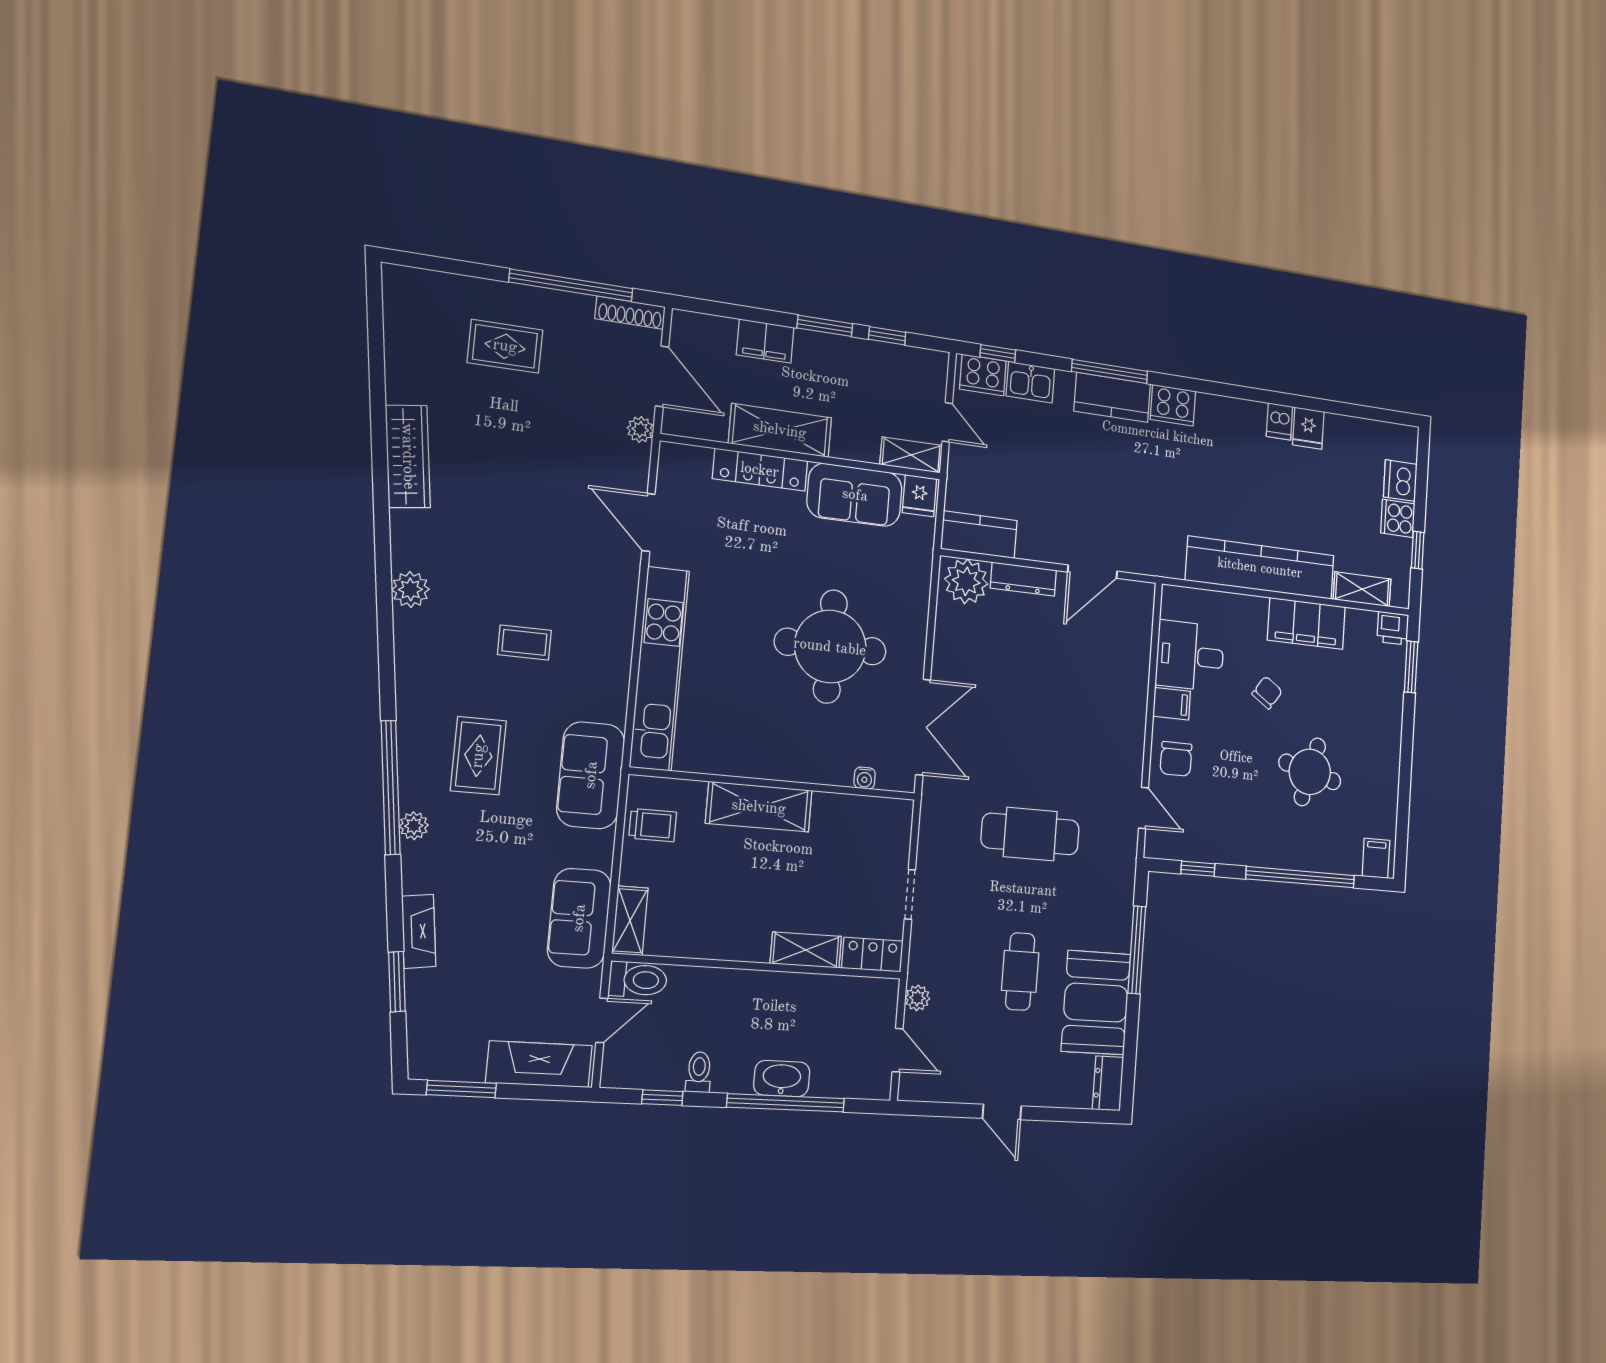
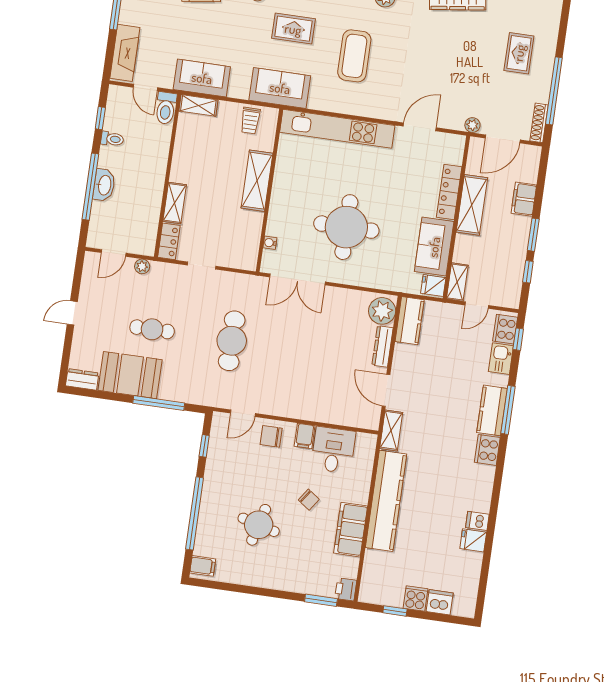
shelving: (1362, 589) -> (391, 430), moved
coffee table: (524, 643) -> (354, 56), width x1.86, depth x1.72

